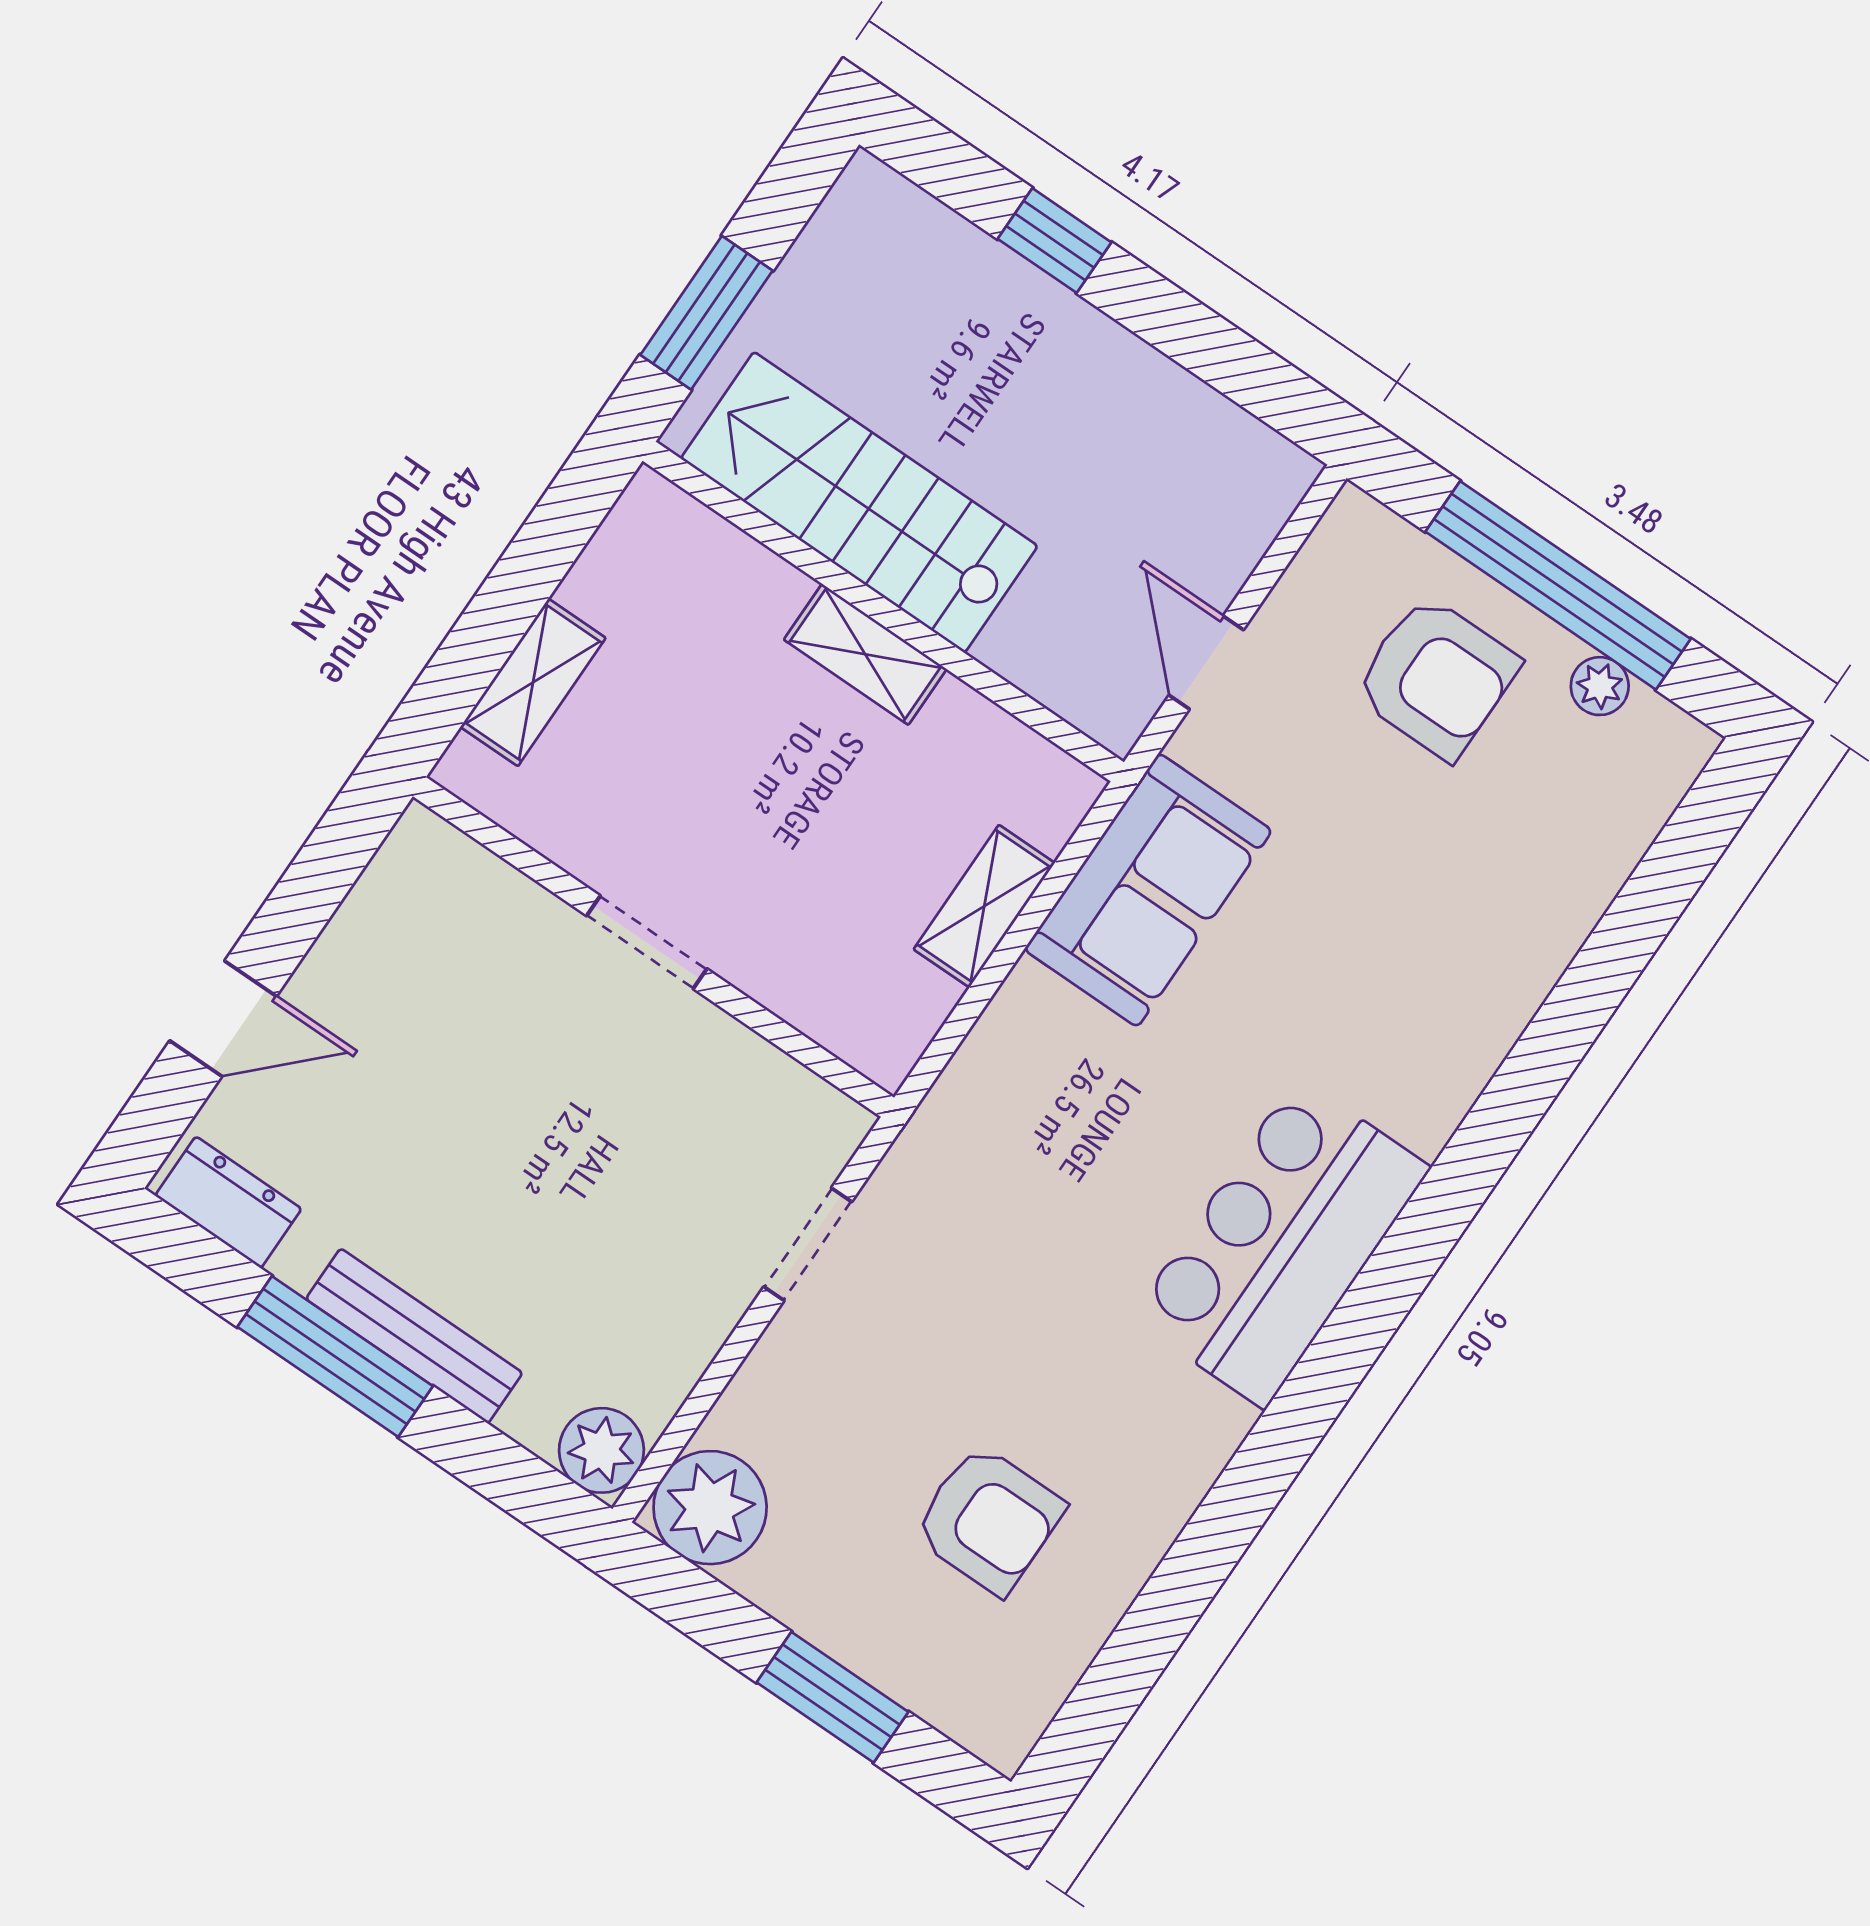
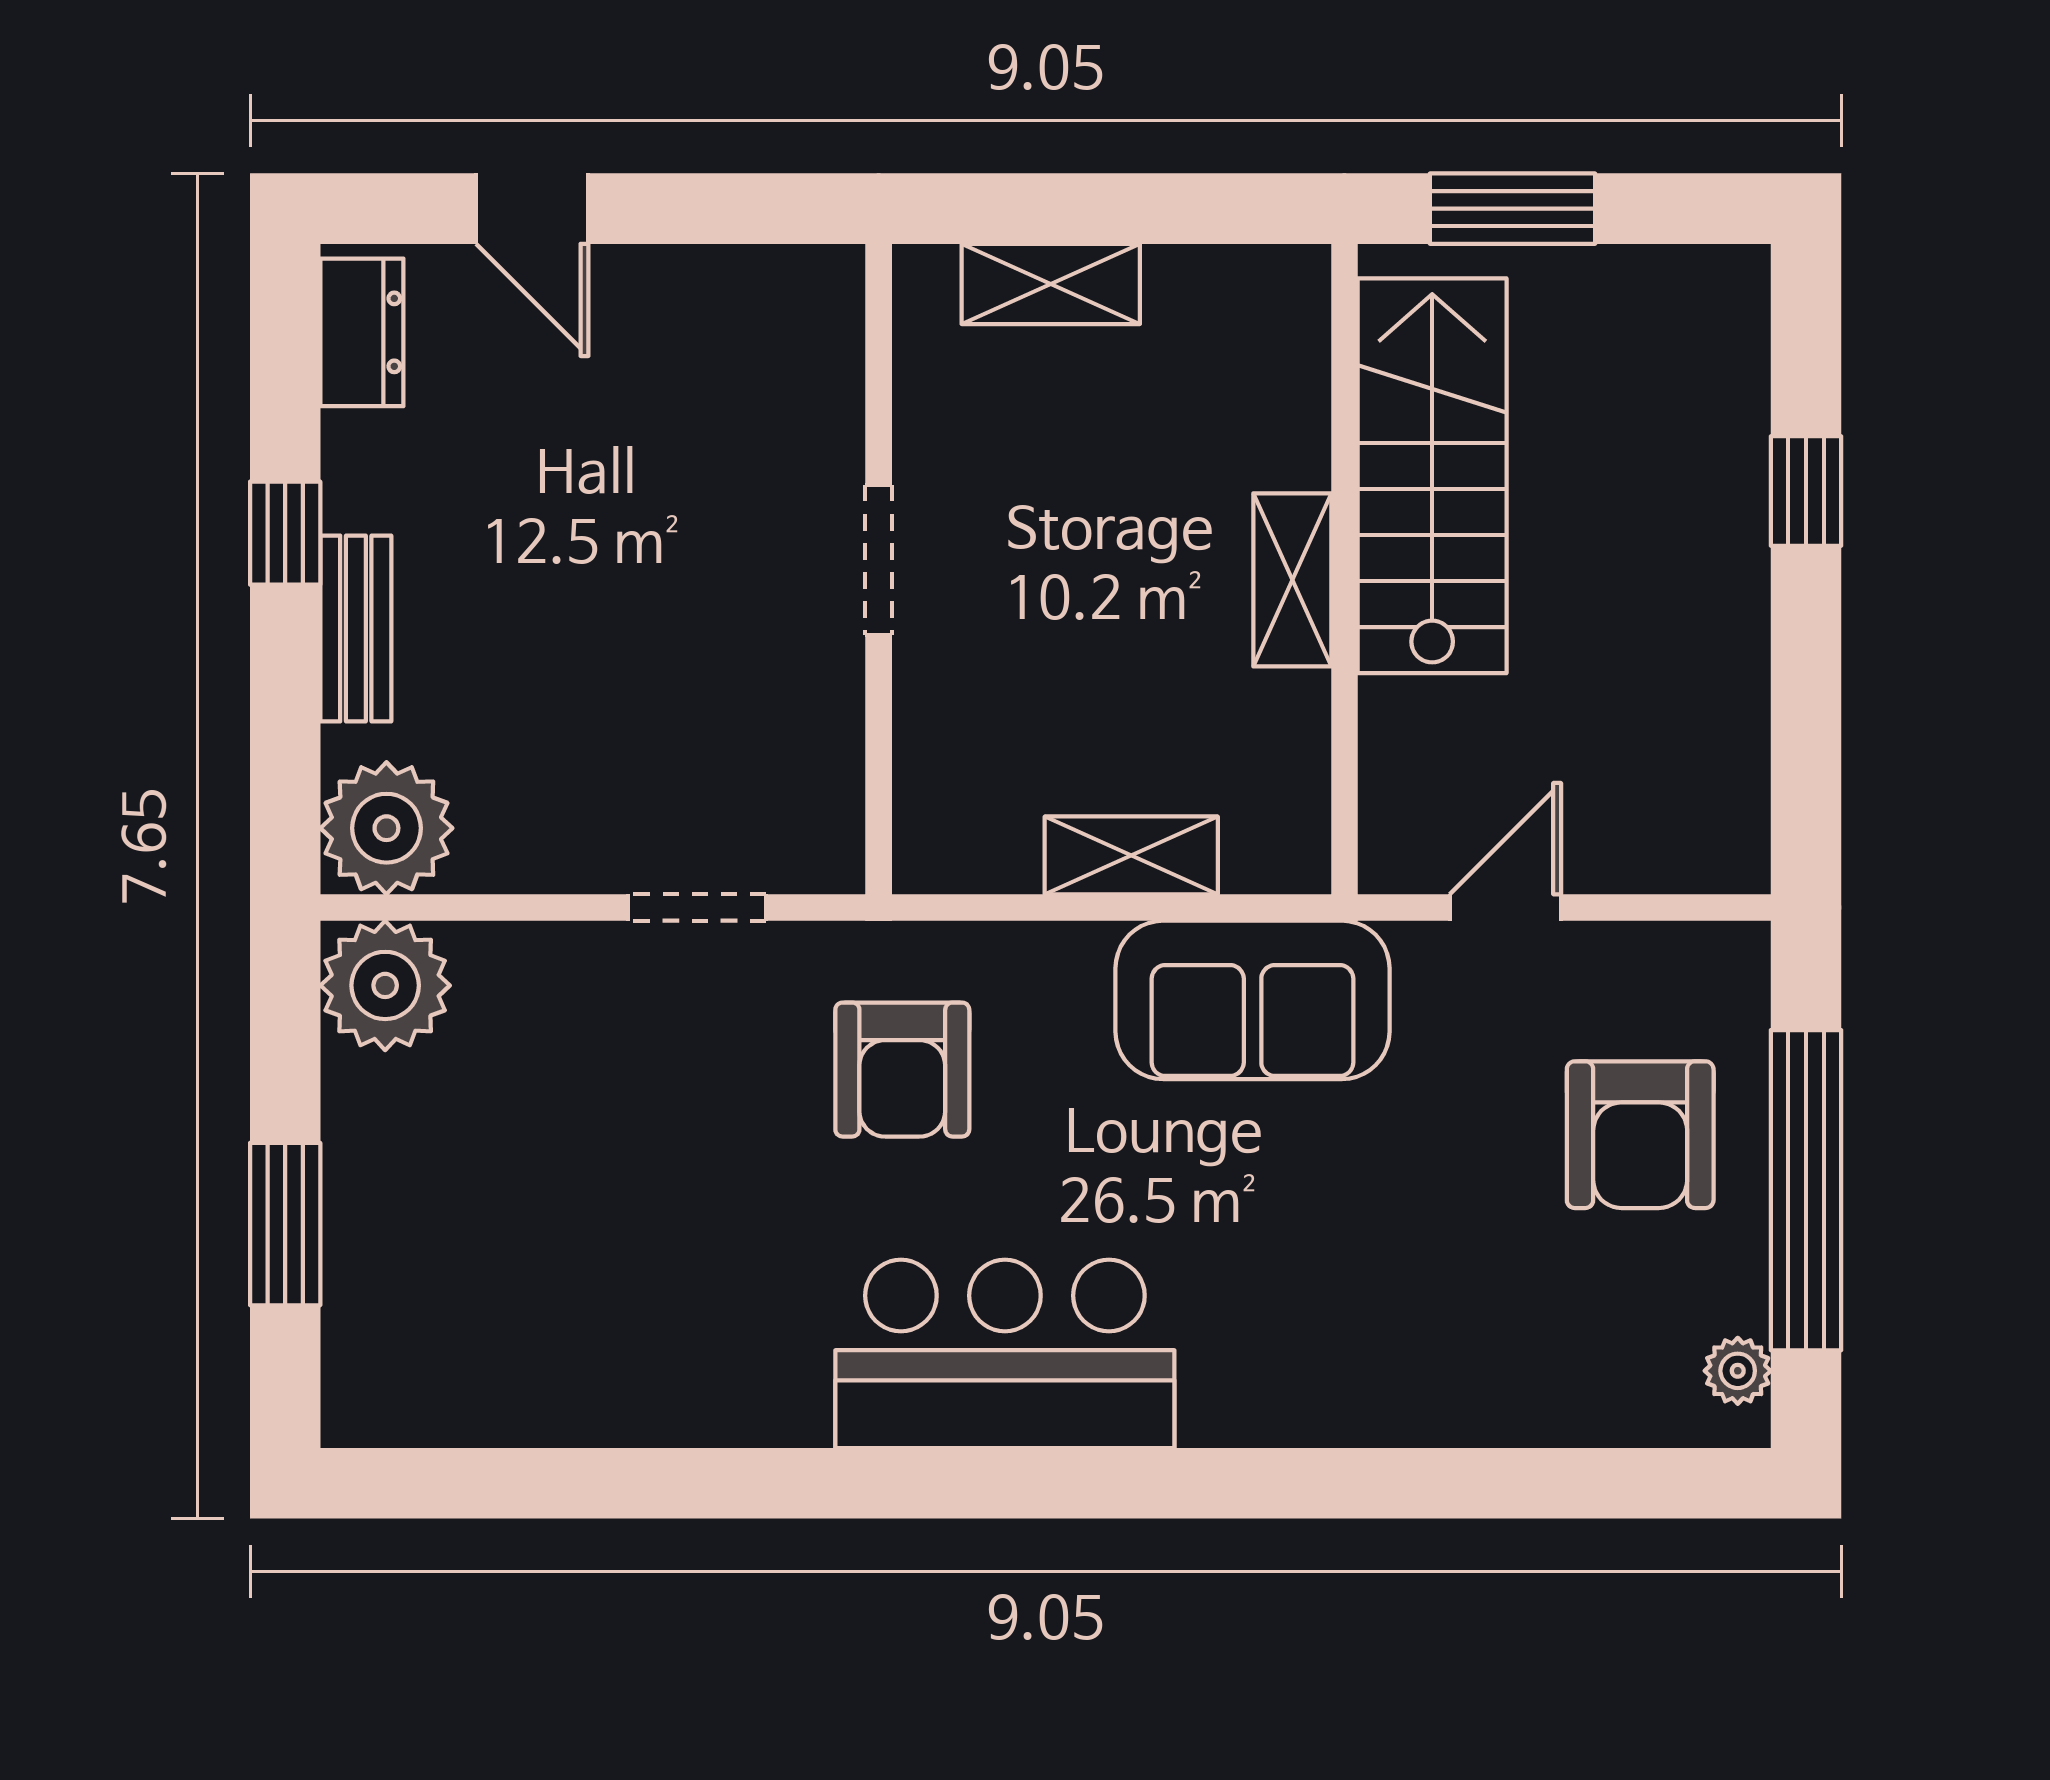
plant: (1600, 686) -> (1738, 1371), moved
bench: (414, 1336) -> (356, 628), width x0.73
window: (335, 1356) -> (285, 533), width x0.46
plant: (601, 1450) -> (386, 828), width x1.36, depth x1.36
armchair: (989, 1520) -> (902, 1070), moved

